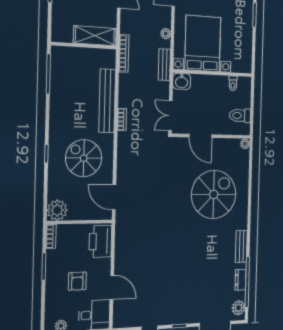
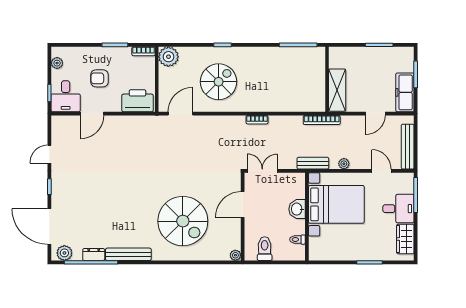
washbasin: (182, 81) -> (297, 209), moved
bench: (107, 101) -> (275, 104), removed
bench: (241, 247) -> (128, 254), width x1.36

